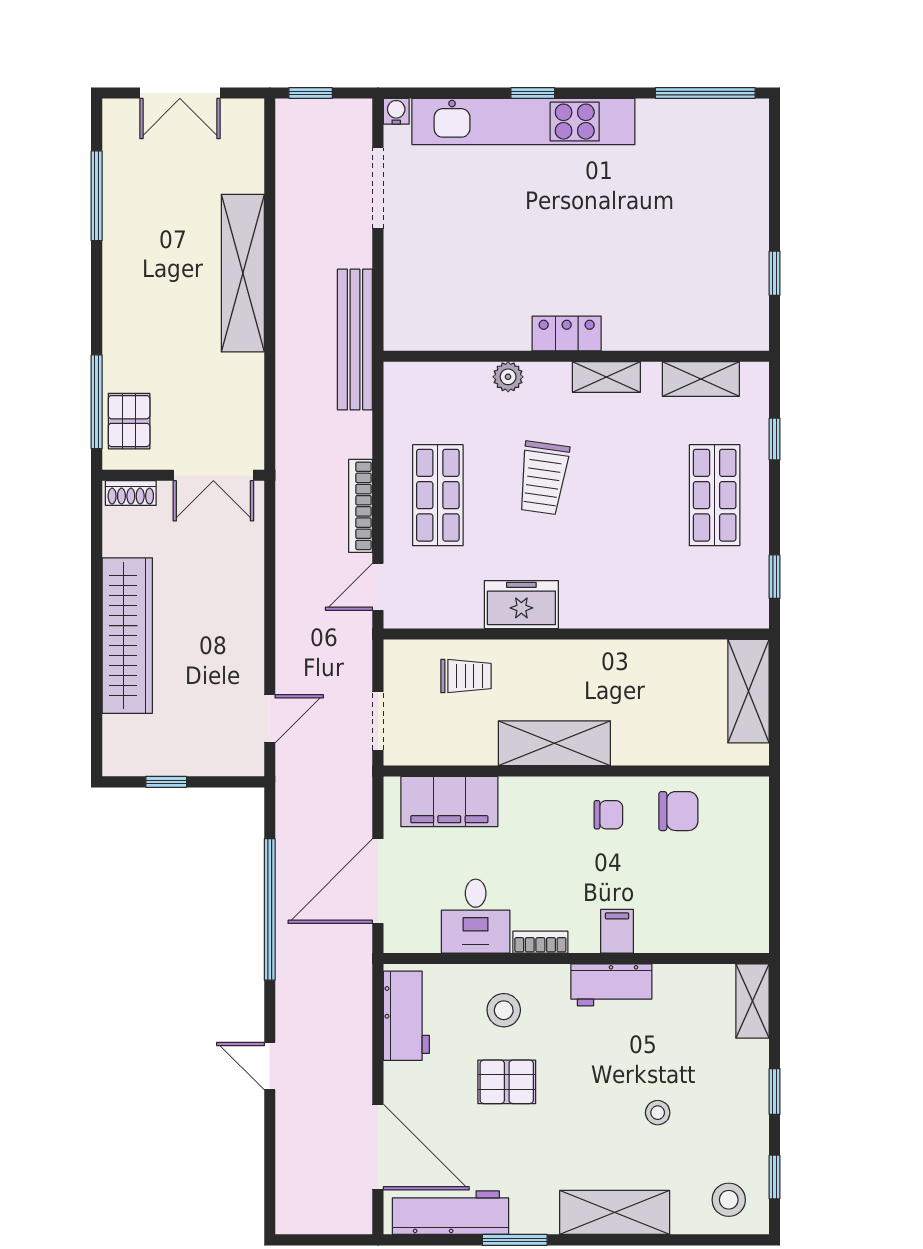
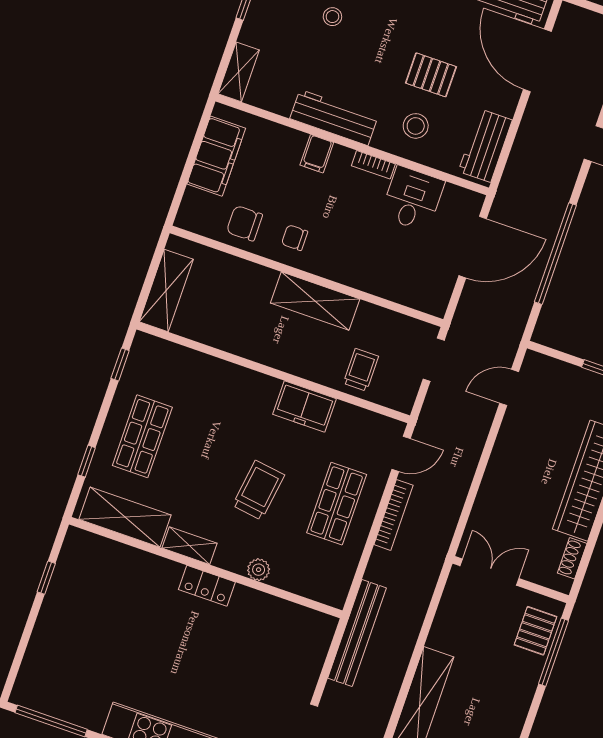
shelving: (701, 379) -> (125, 517), width x1.50, depth x1.33
shoe rack: (131, 493) -> (572, 558), moved, turned -90
trolley: (466, 676) -> (361, 370), turned 90
filing cabinet: (449, 802) -> (216, 156), moved, turned 90
workbench: (611, 985) -> (334, 118), width x1.38

